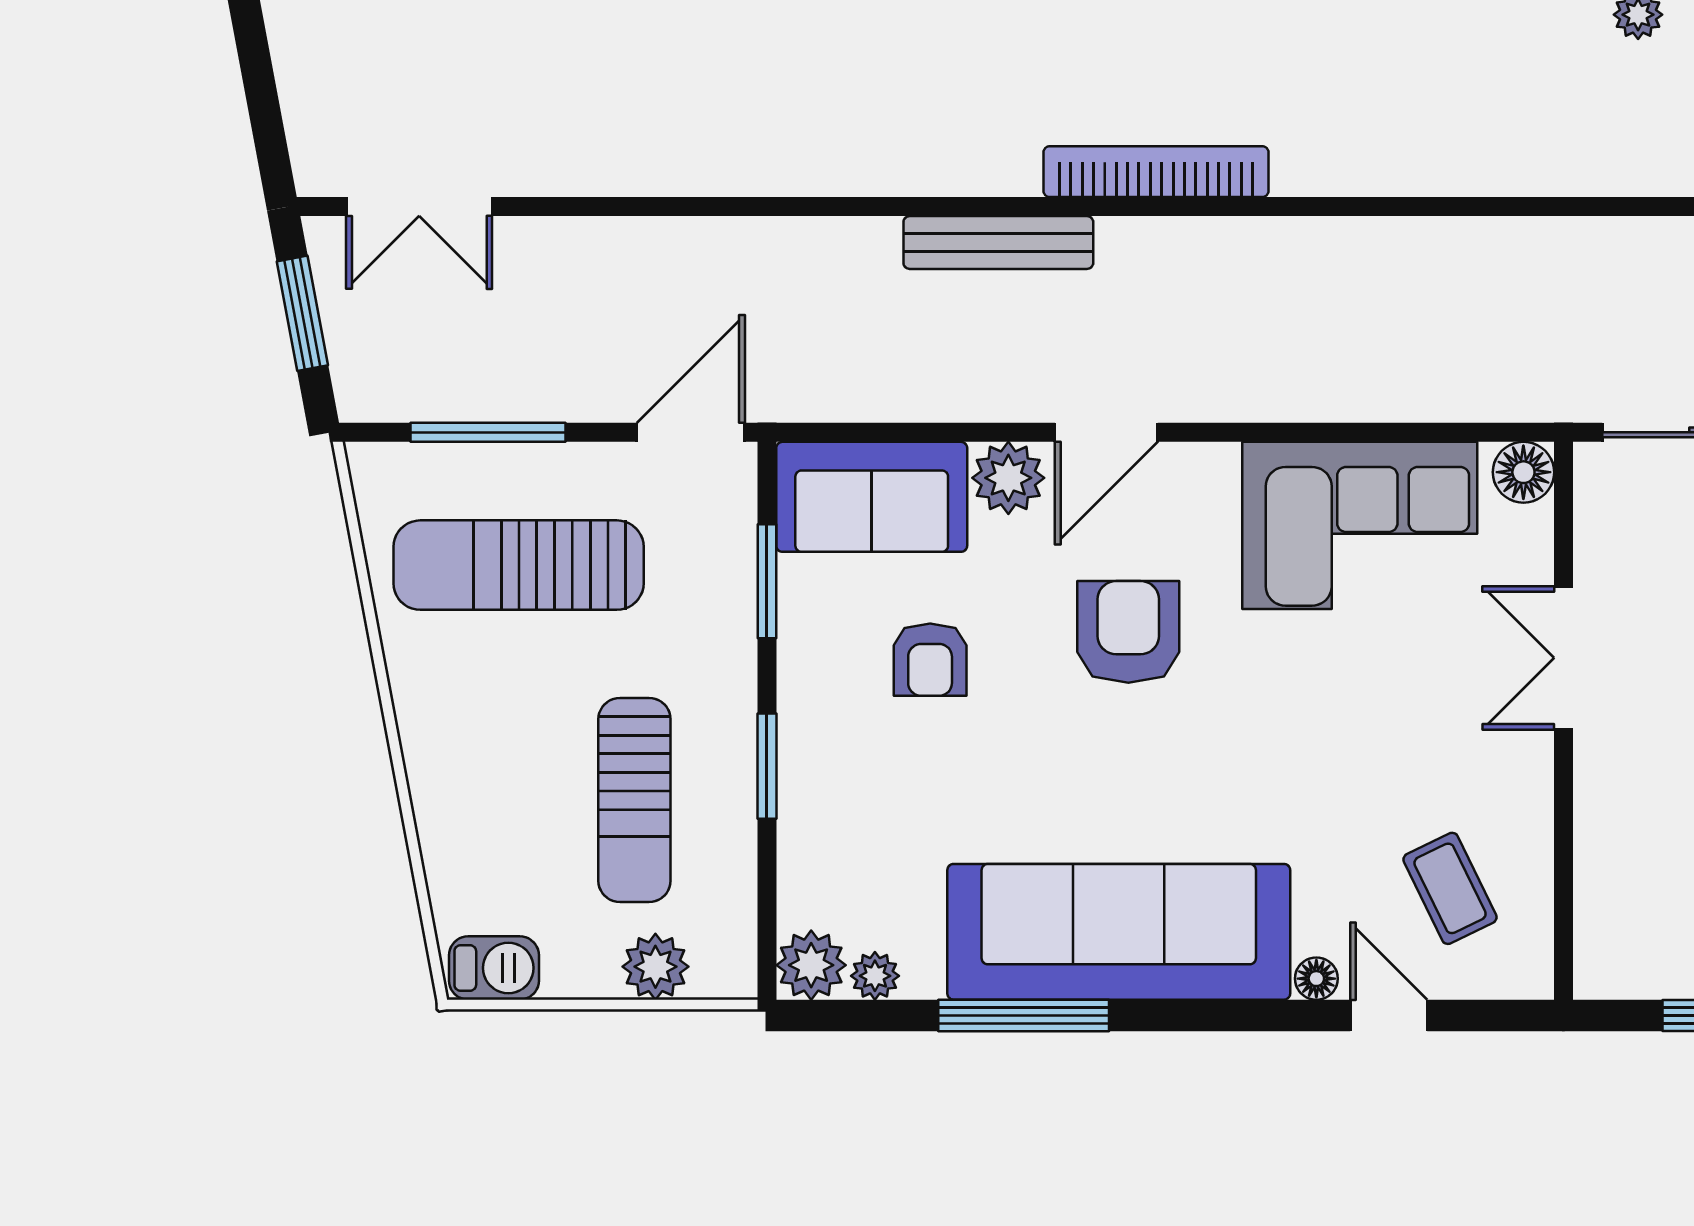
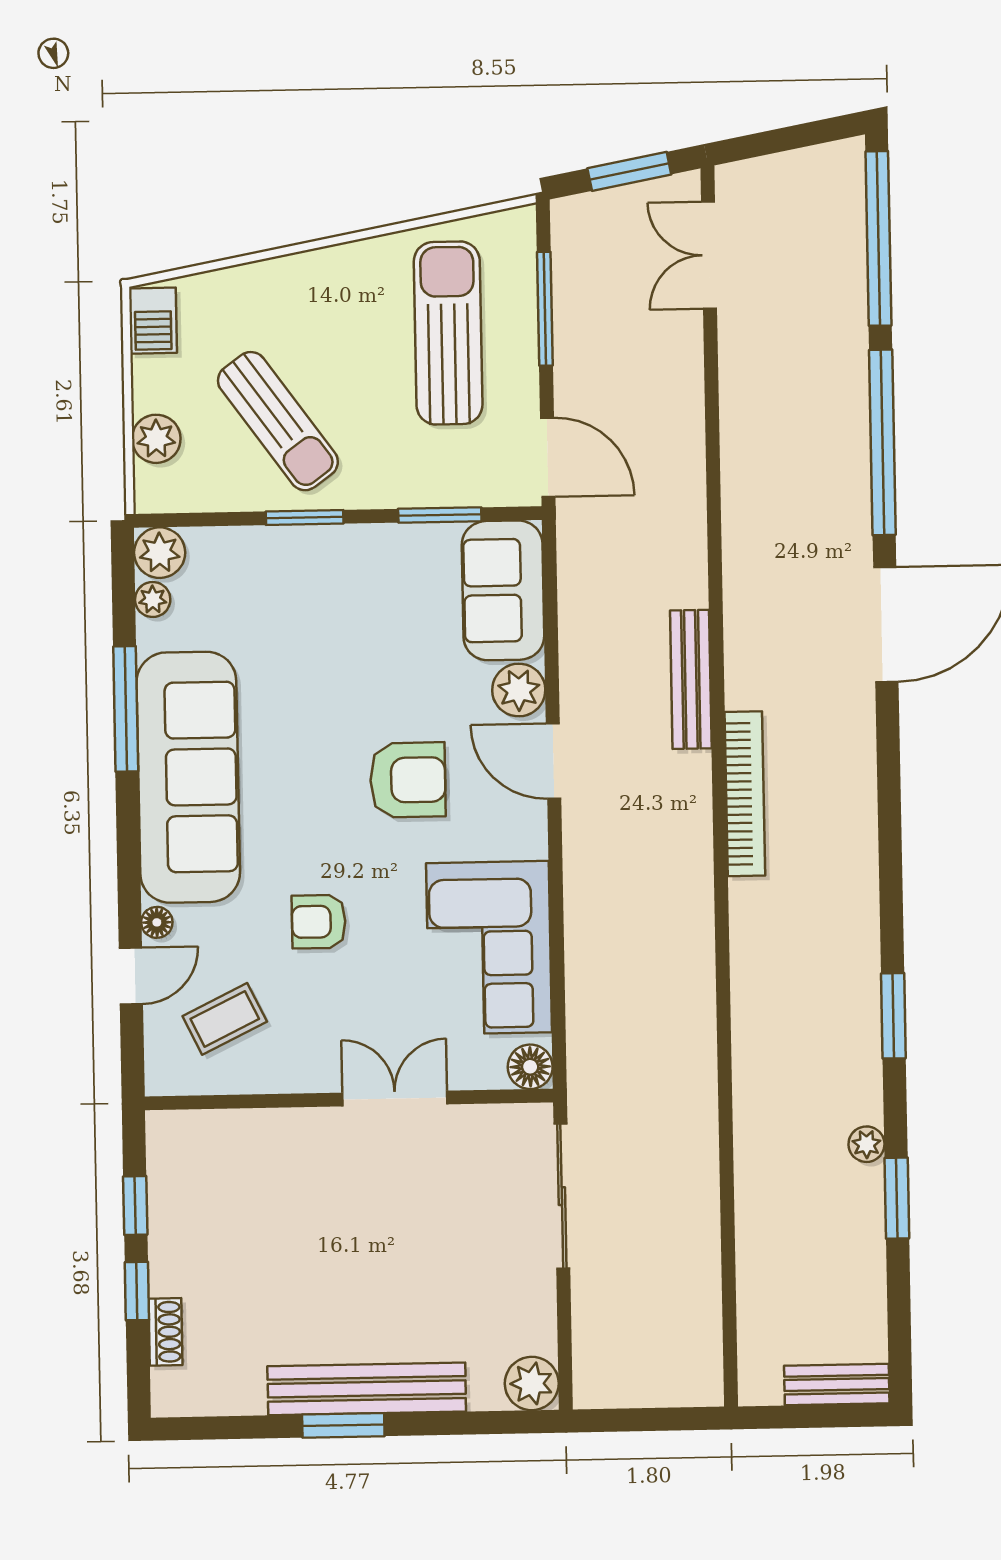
armchair: (930, 660) -> (319, 922), moved
sun lounger: (634, 800) -> (278, 421), turned -126

